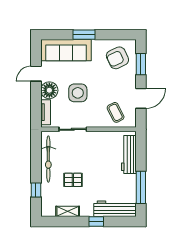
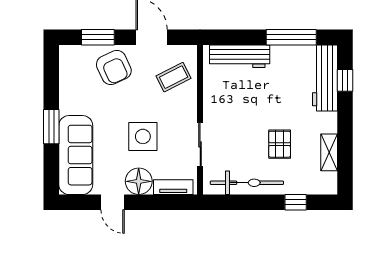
armchair: (117, 58) -> (114, 67), moved
window: (96, 222) -> (345, 80), moved

